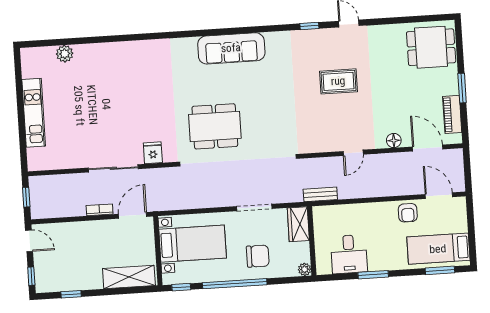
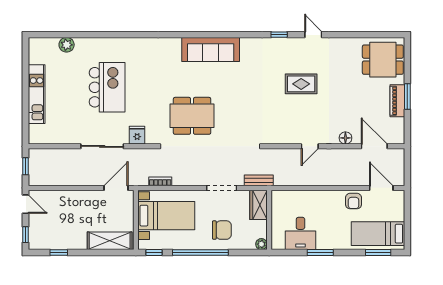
kitchen island: (115, 100) -> (107, 87), added
piano: (452, 114) -> (397, 101), moved
bench: (320, 194) -> (259, 180), moved
bookcase: (100, 210) -> (160, 181), moved

